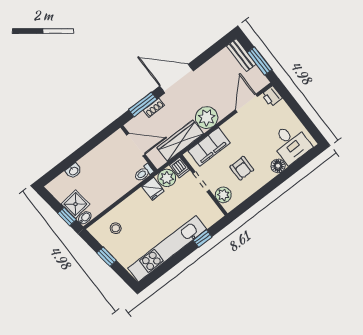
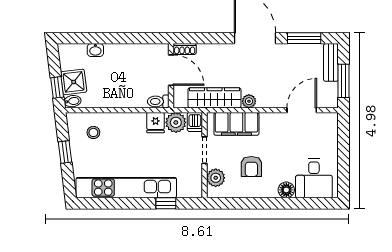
printer: (272, 96) -> (330, 122), removed
window: (143, 104) -> (304, 38), moved
shoe rack: (154, 108) -> (185, 49), moved
plant: (207, 118) -> (249, 101), width x0.53, depth x0.53

